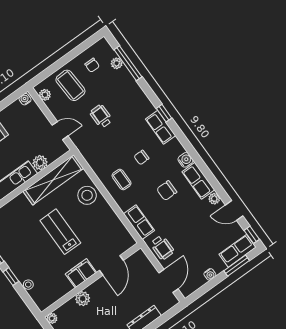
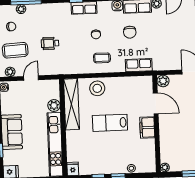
door: (60, 131) -> (31, 78), moved
wheelchair: (162, 247) -> (166, 61), removed
plant: (83, 299) -> (163, 81), moved

